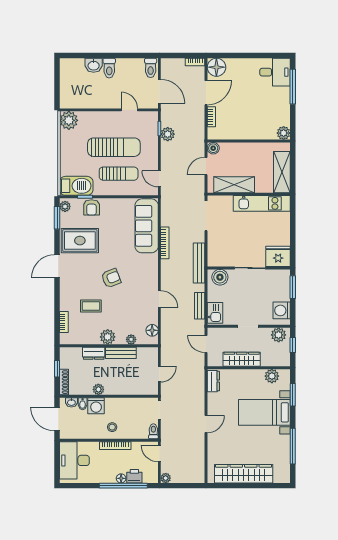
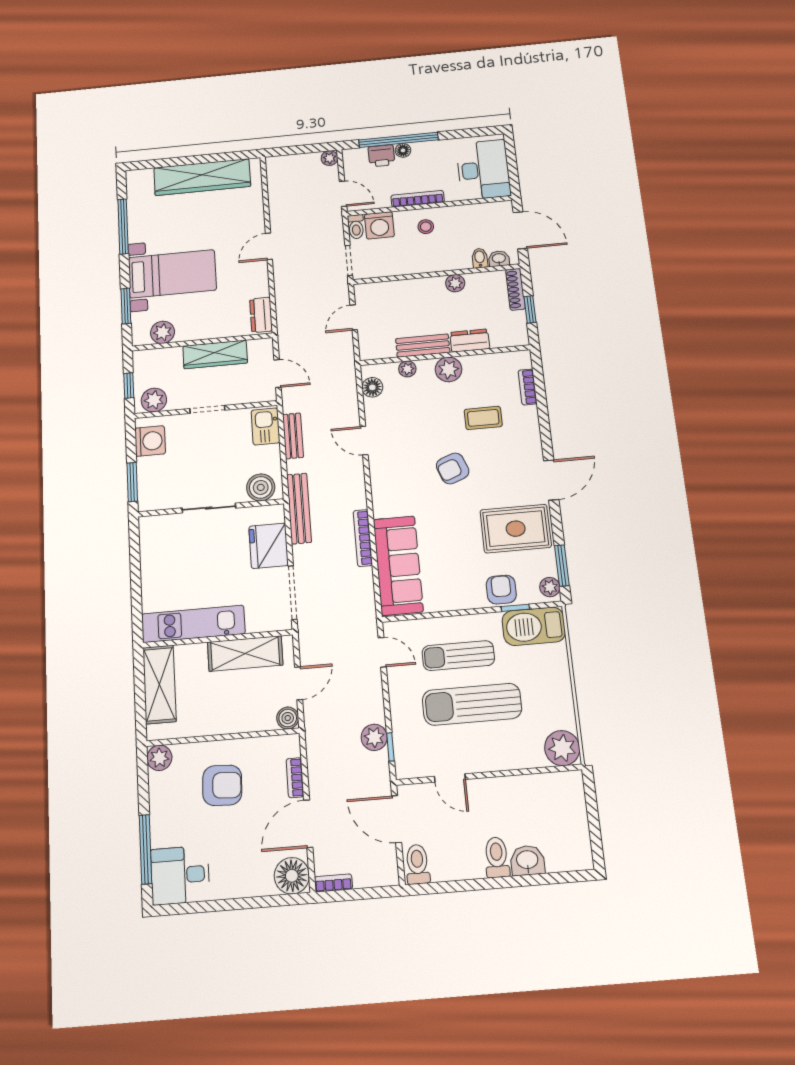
armchair: (250, 116) -> (222, 785), added
fridge: (278, 256) -> (269, 546), moved, turned 90
washing machine: (96, 406) -> (379, 225), moved, turned 180

